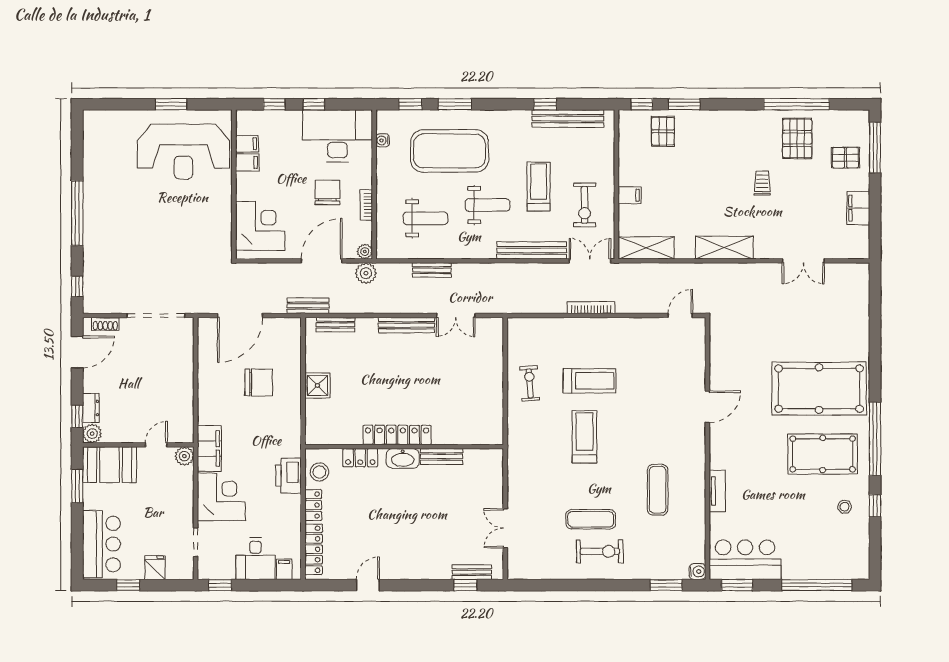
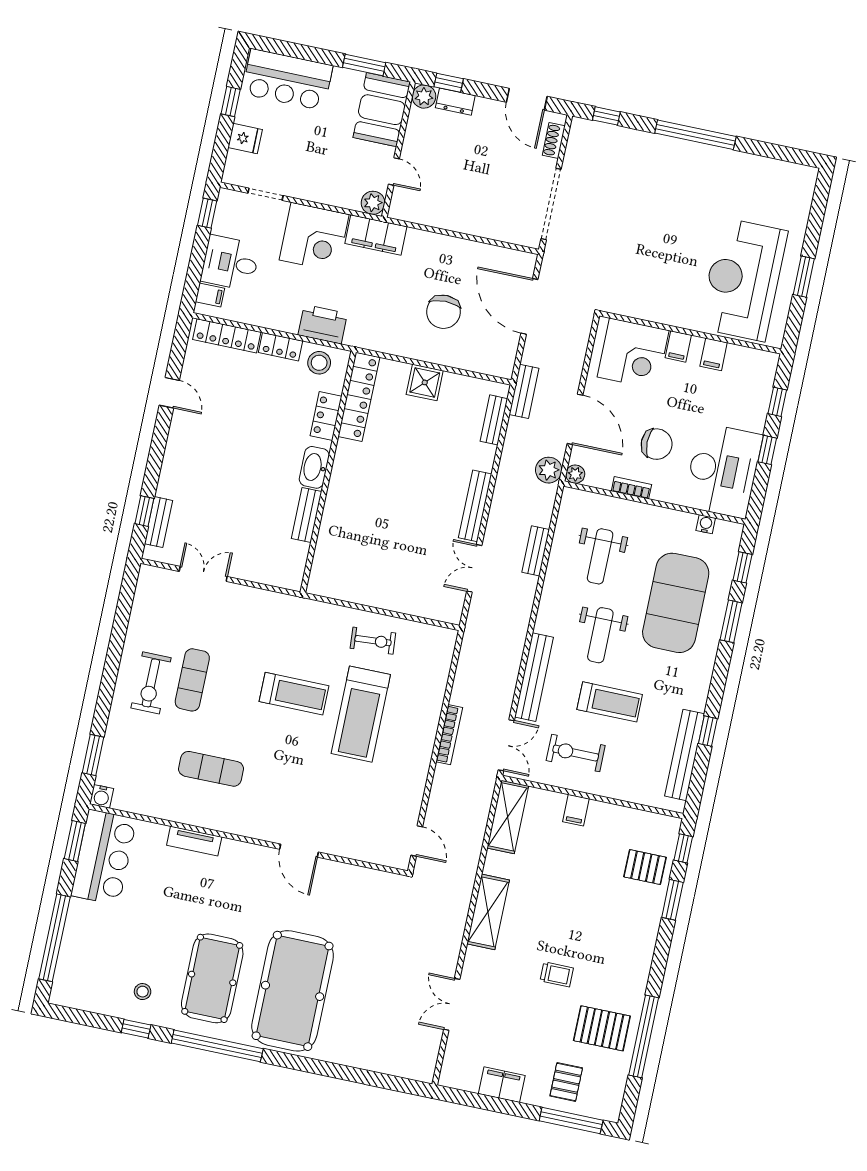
filing cabinet: (247, 144) -> (678, 346), moved
treadmill: (590, 381) -> (361, 714), width x1.37, depth x1.38
locker: (397, 435) -> (359, 397), moved

